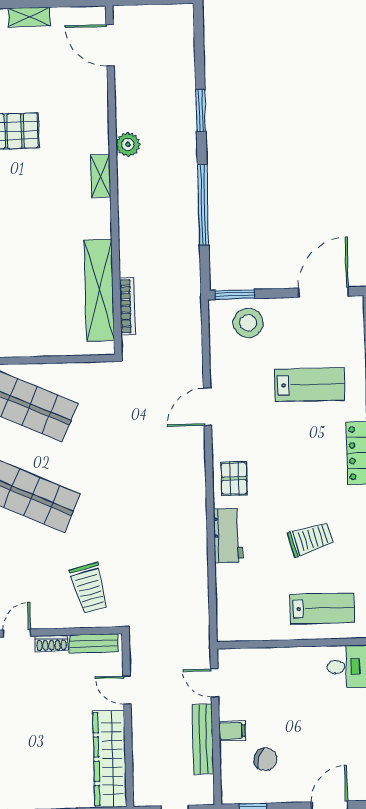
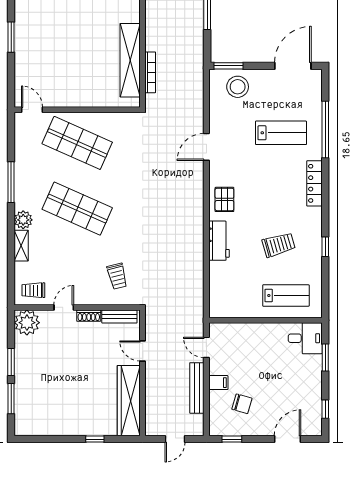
trolley: (89, 588) -> (117, 276), width x0.73, depth x0.72

